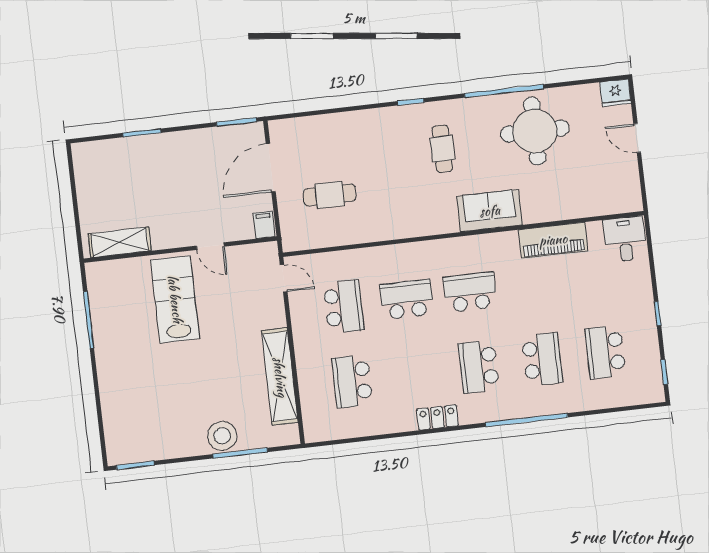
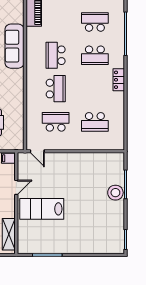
sofa: (490, 211) -> (15, 46), width x1.36
door: (284, 278) -> (37, 151), swing flipped
school desk: (407, 299) -> (56, 89), turned 180
shelving: (280, 377) -> (88, 159), removed

